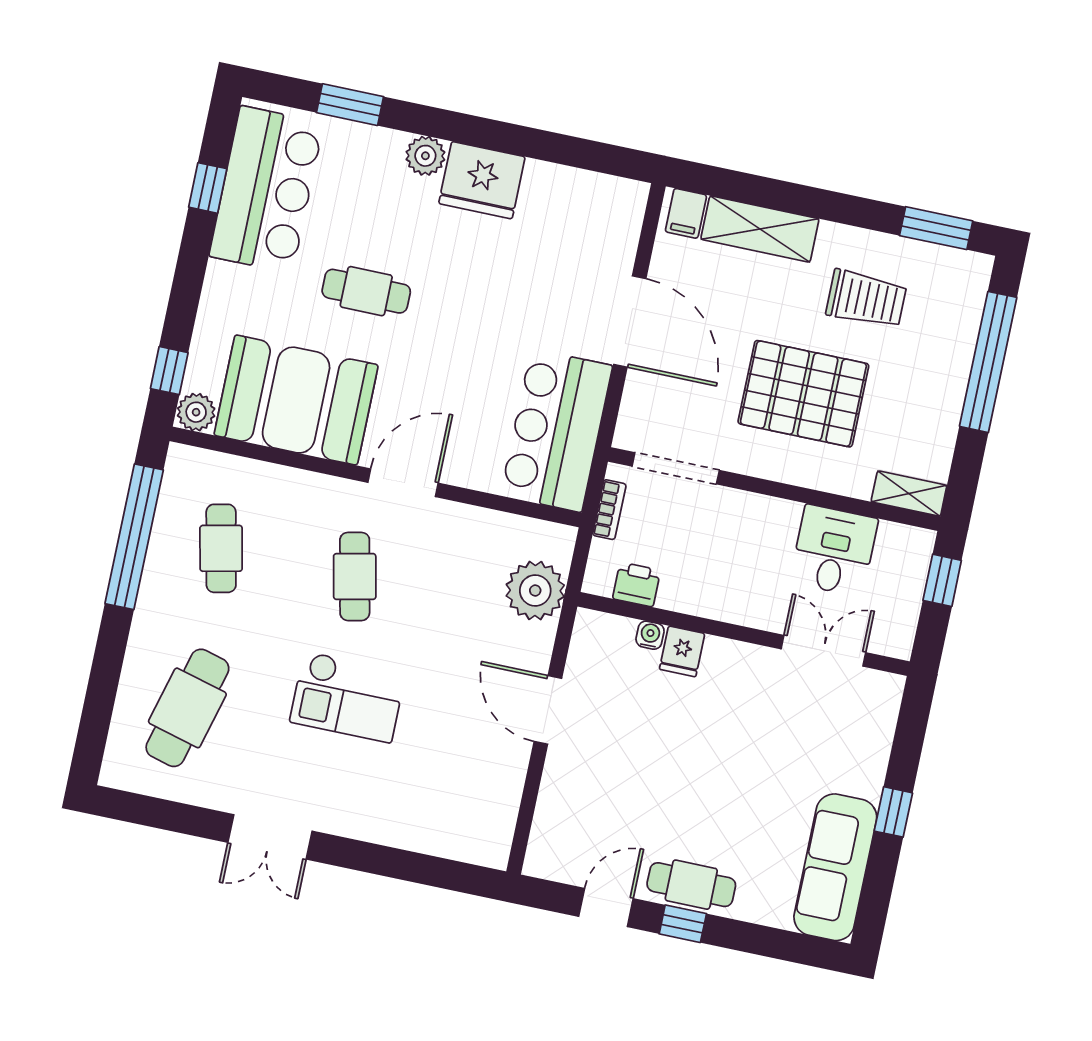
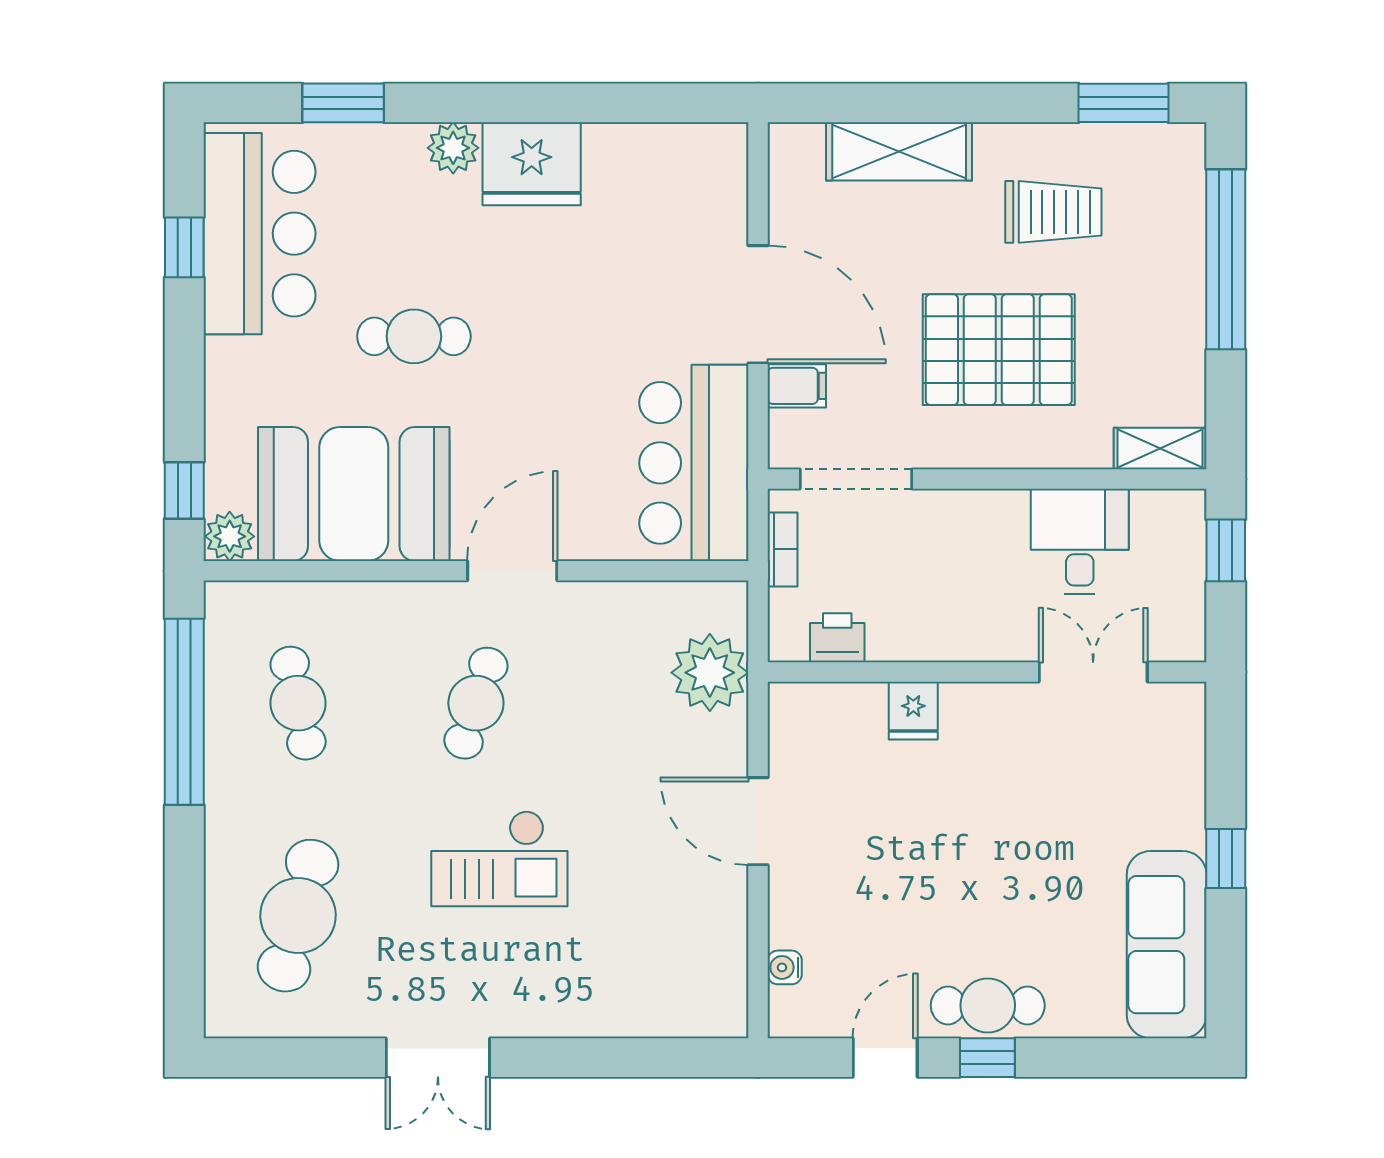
filing cabinet: (686, 213) -> (797, 386), moved, turned -90
cafe table: (355, 576) -> (476, 703), turned 30
water cooler: (650, 635) -> (785, 967), moved, turned -90

